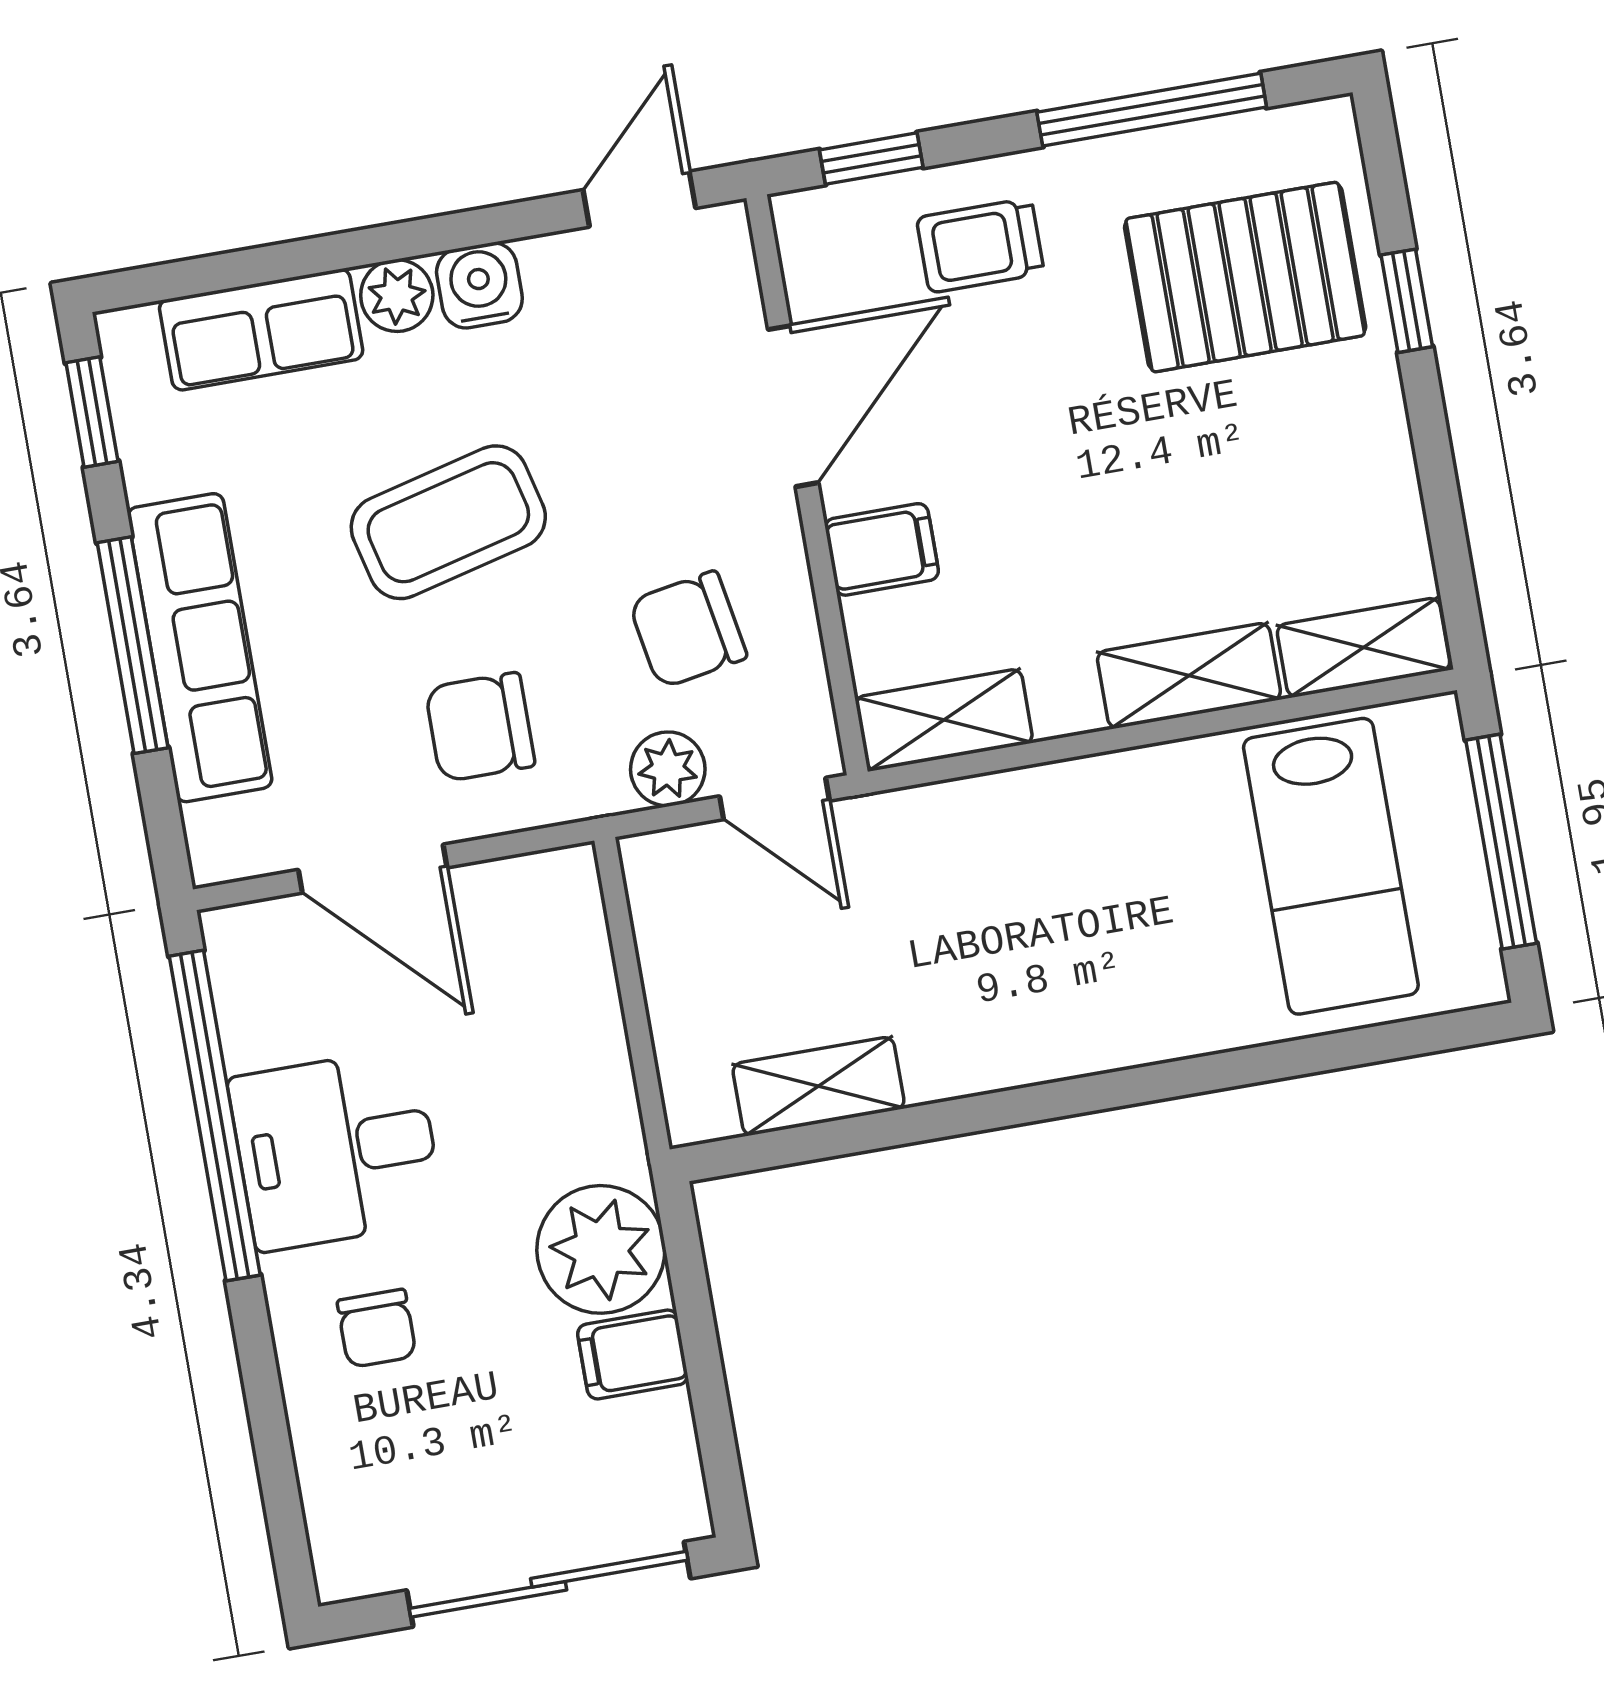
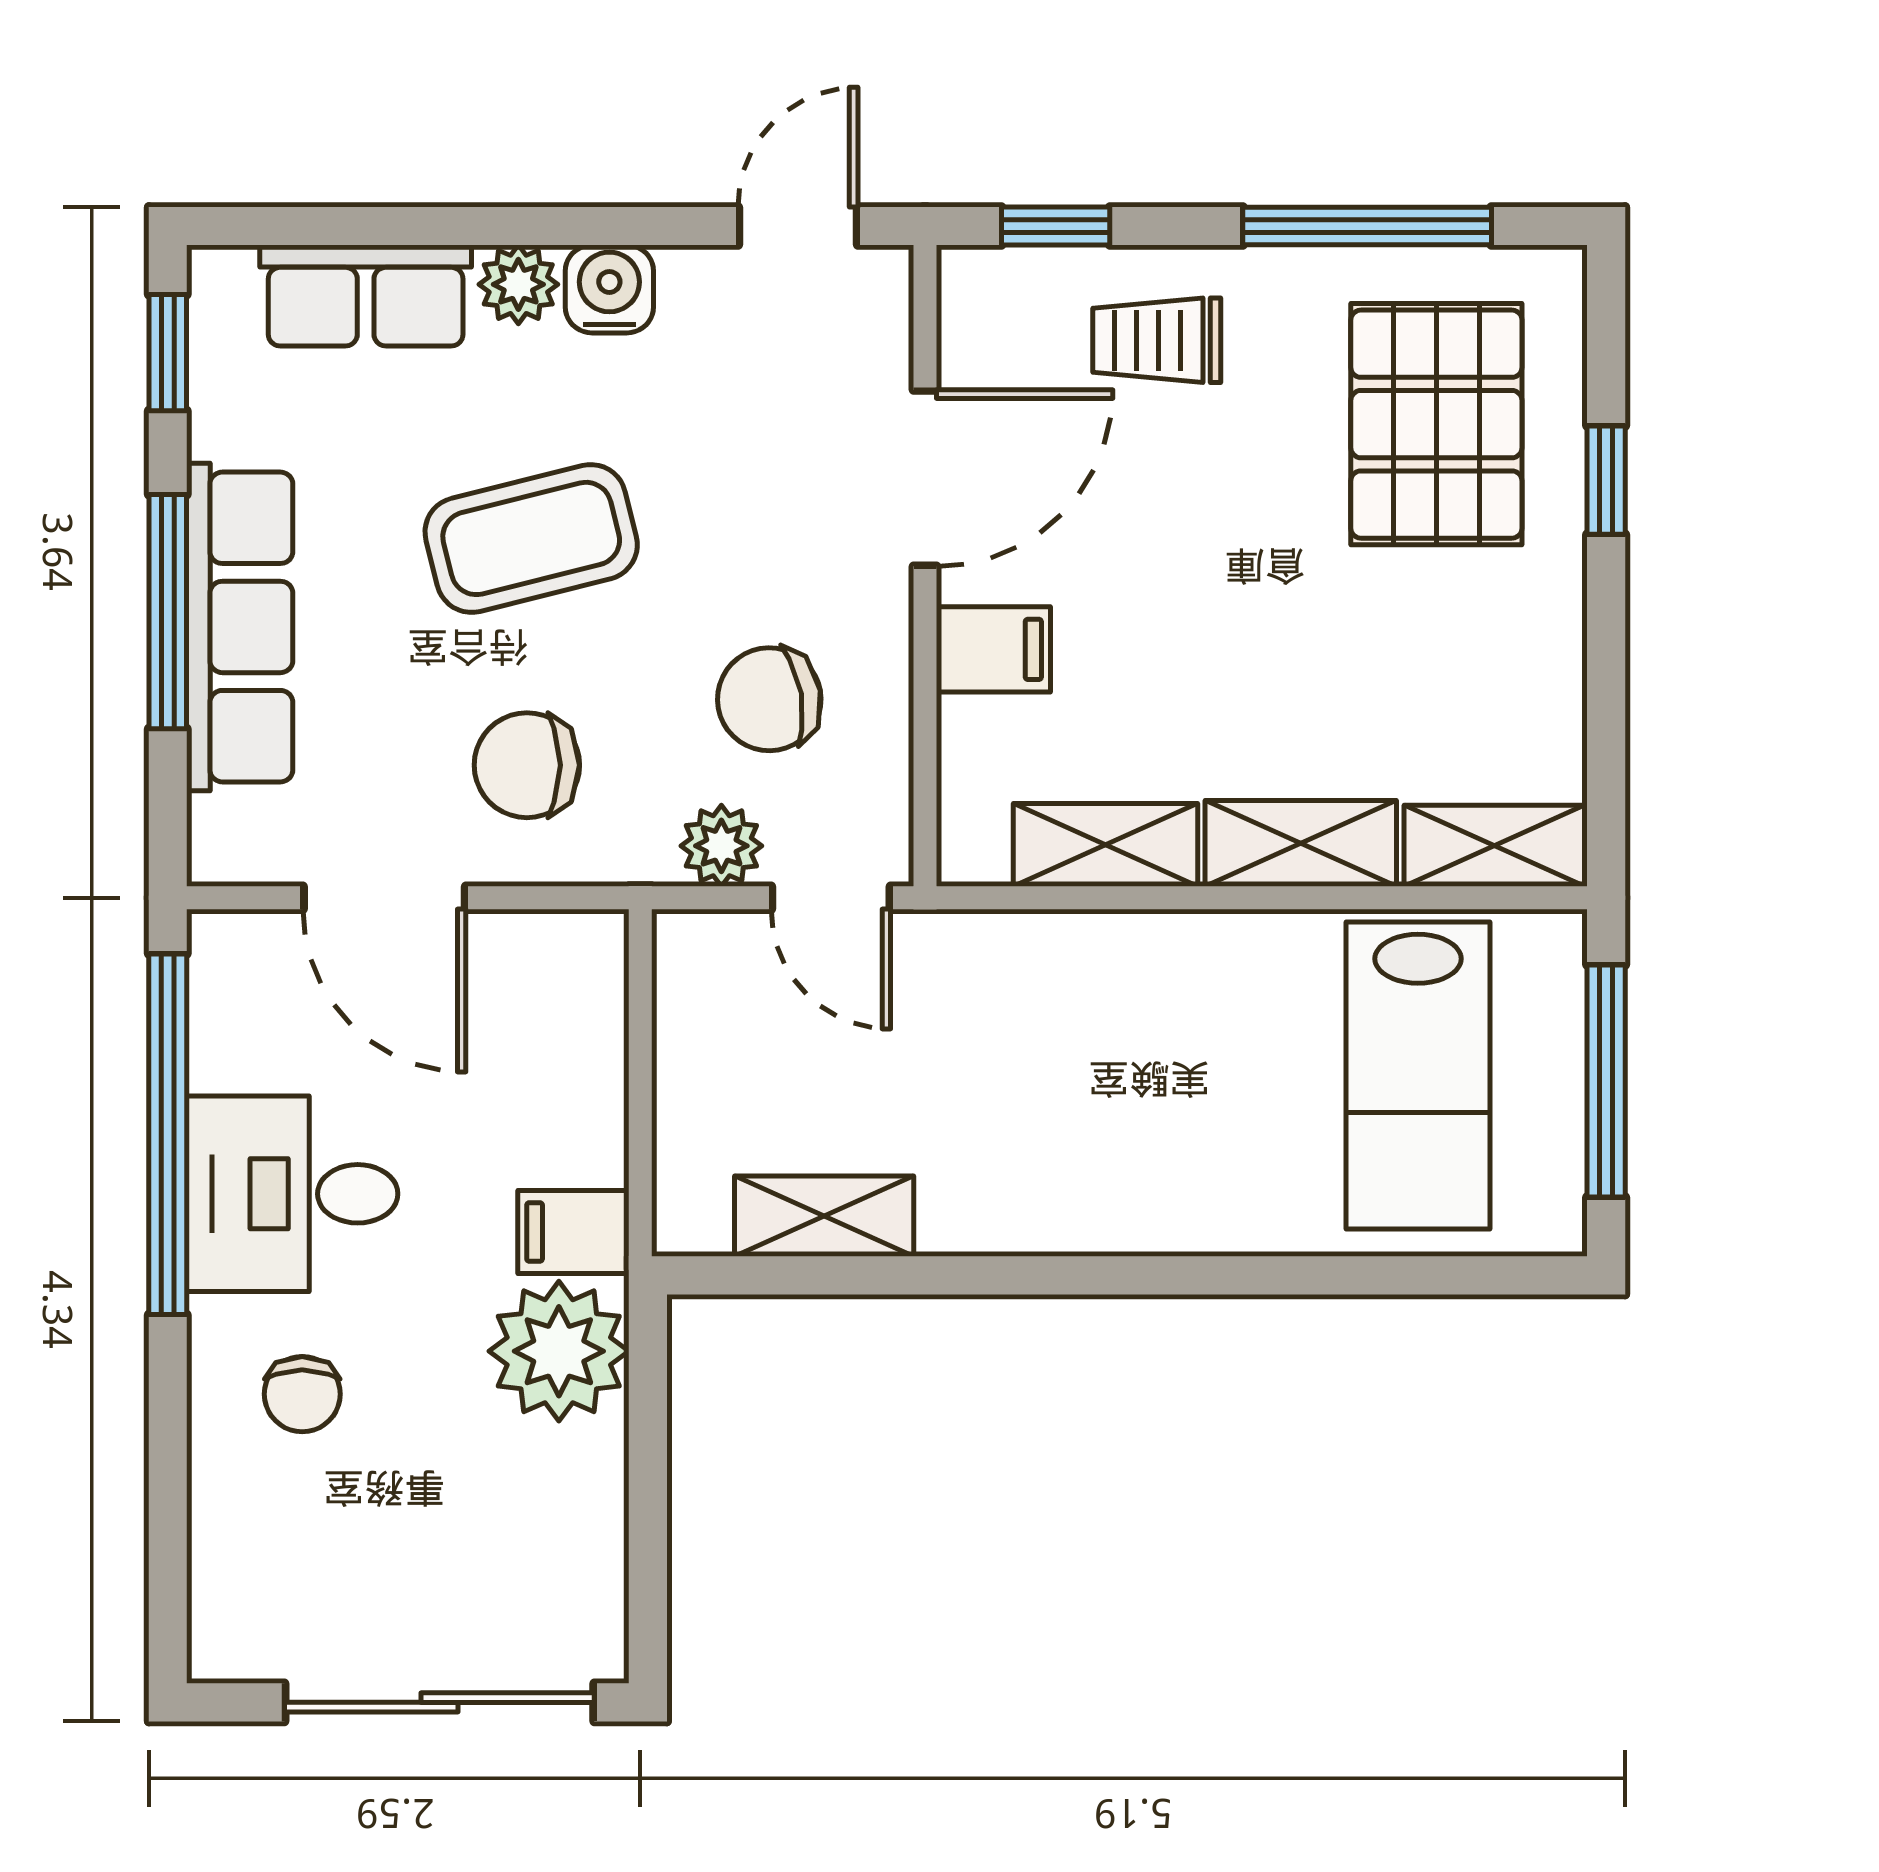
pallet: (1245, 277) -> (1436, 424), turned 90
shelving: (944, 720) -> (1105, 845), moved
filing cabinet: (633, 1354) -> (573, 1232), moved

